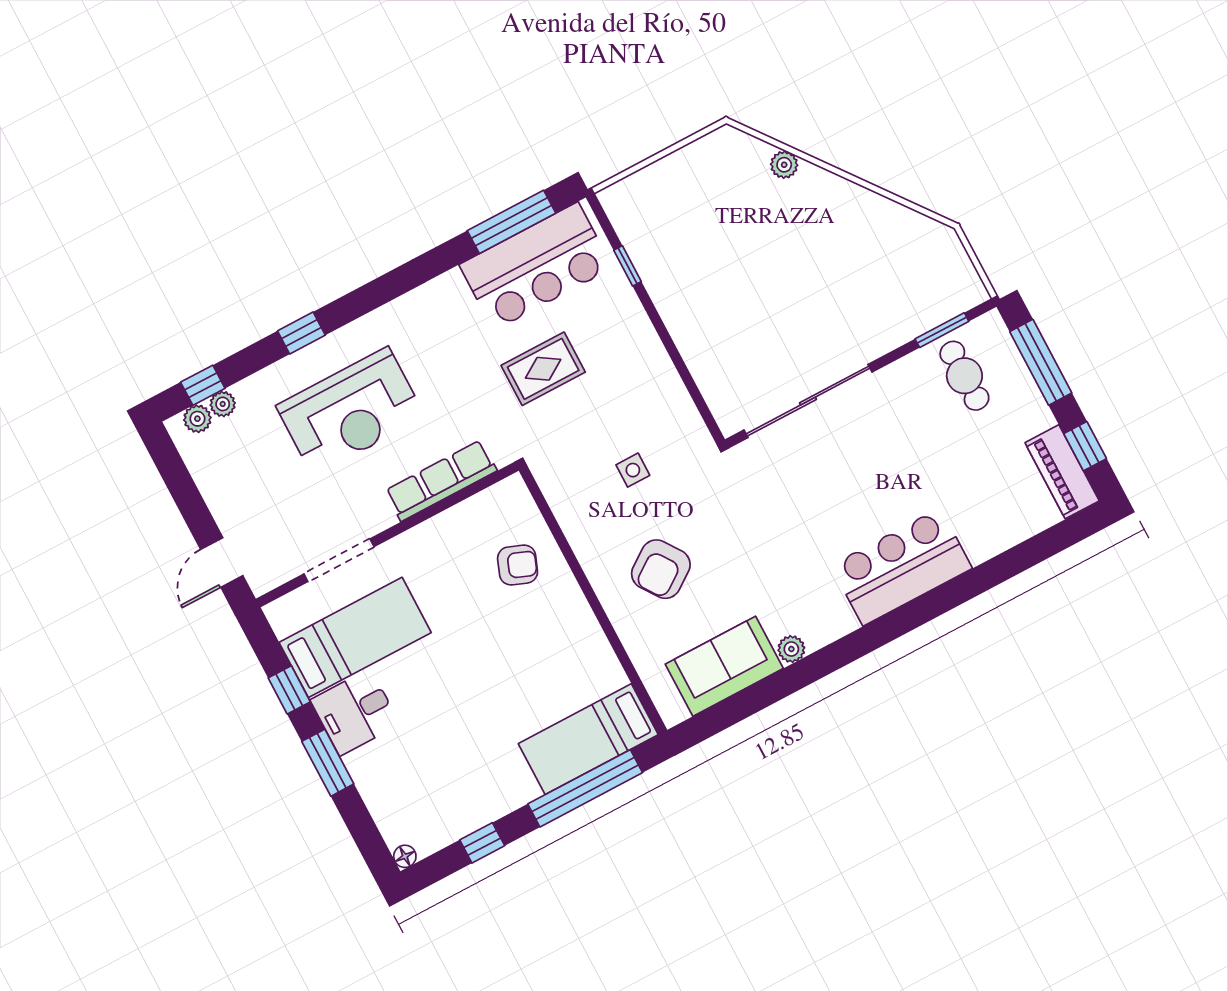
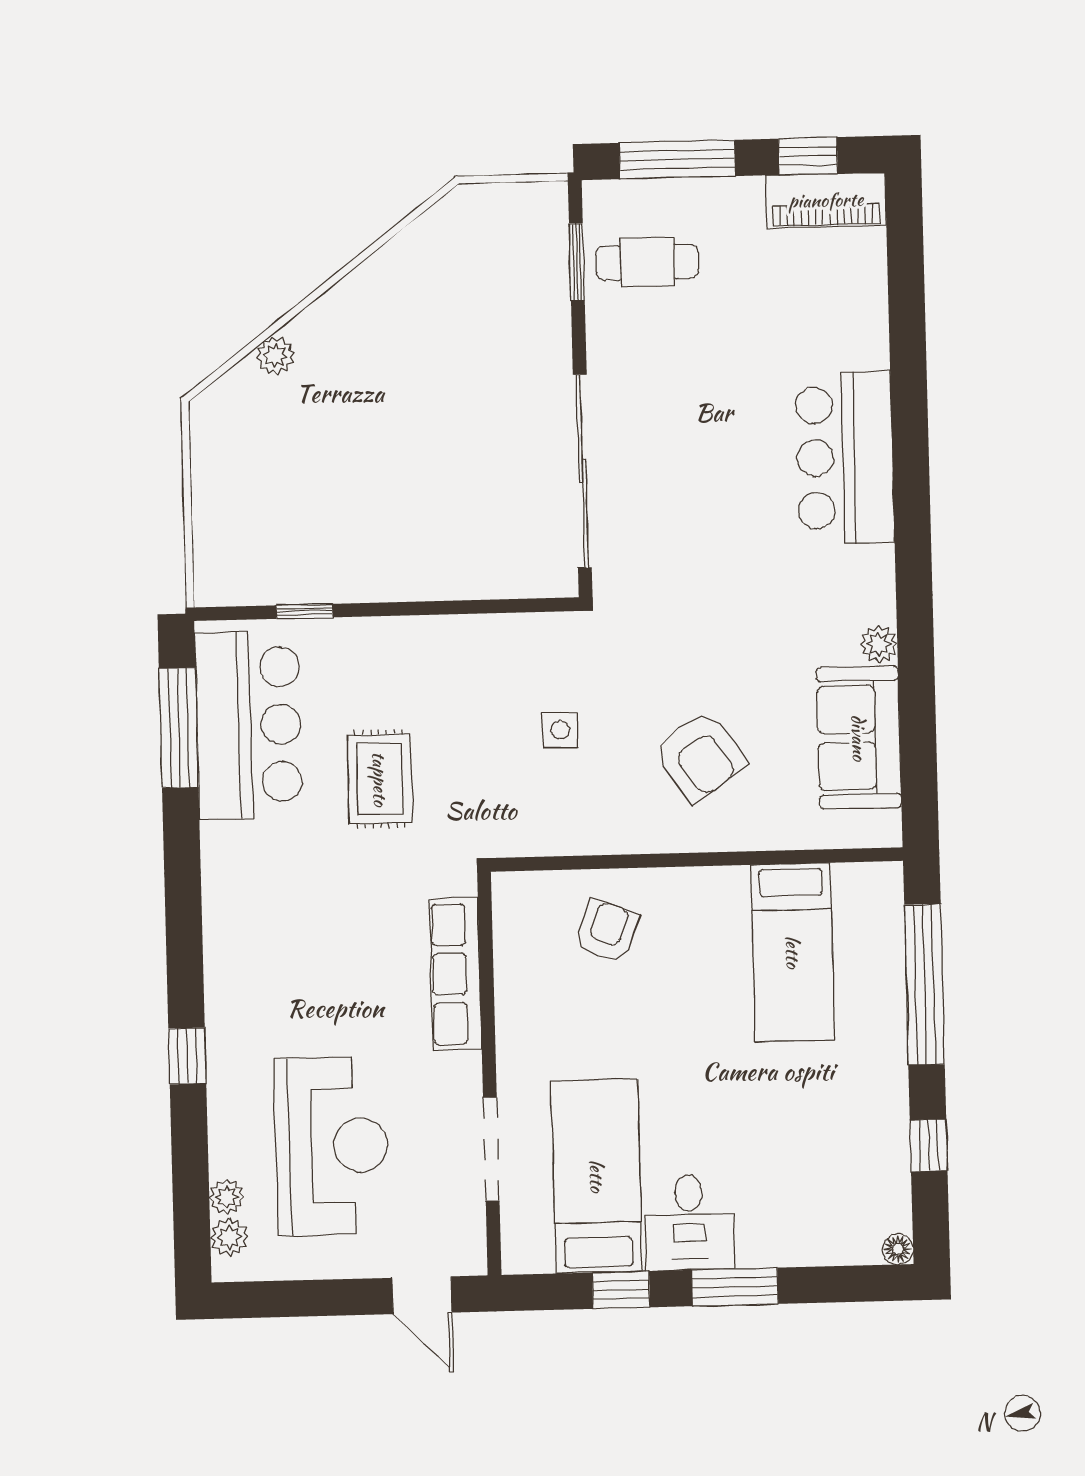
window: (203, 385) -> (191, 1210), removed
reception desk: (351, 411) -> (332, 1146), moved
bed: (588, 739) -> (793, 952), moved

